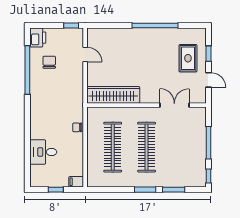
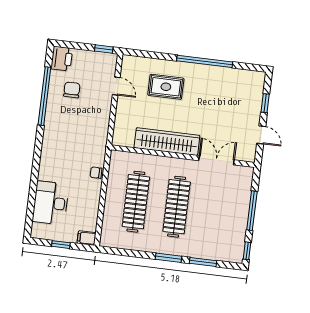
rug: (188, 58) -> (166, 87), moved, turned 90
wardrobe: (113, 95) -> (167, 142), moved
desk: (43, 152) -> (51, 203), width x1.37

